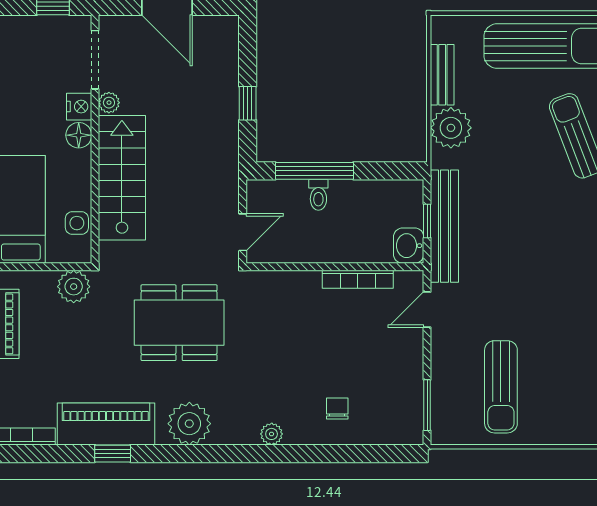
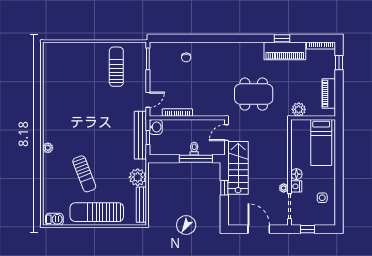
bench: (442, 75) -> (141, 205), width x1.36
stairs: (122, 178) -> (238, 168), moved, turned 180
side table: (77, 223) -> (322, 198), moved
plant: (189, 424) -> (249, 51), removed
plant: (272, 434) -> (214, 47), removed

